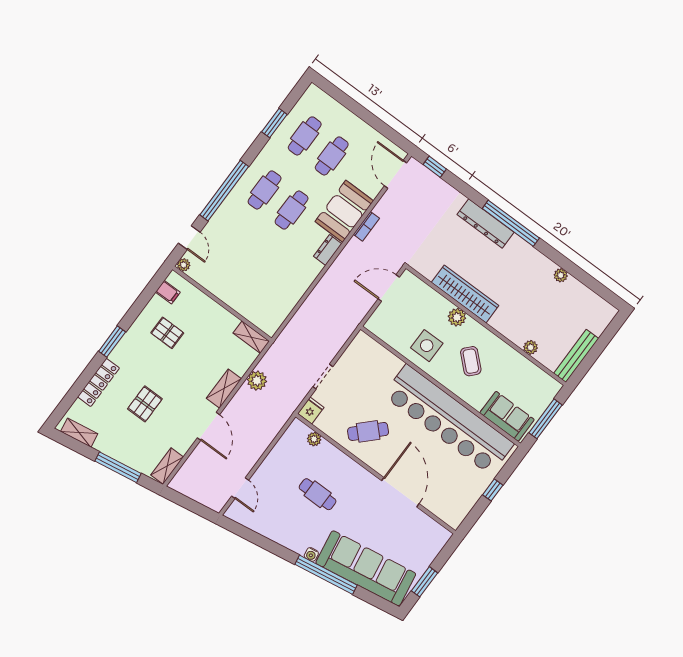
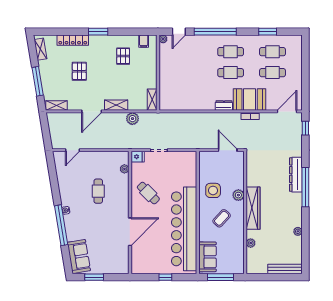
wardrobe: (465, 294) -> (253, 208), moved
bench: (576, 356) -> (285, 269), moved
pallet: (145, 404) -> (79, 71), turned 90
sofa: (366, 568) -> (79, 256), width x0.54, depth x0.79

